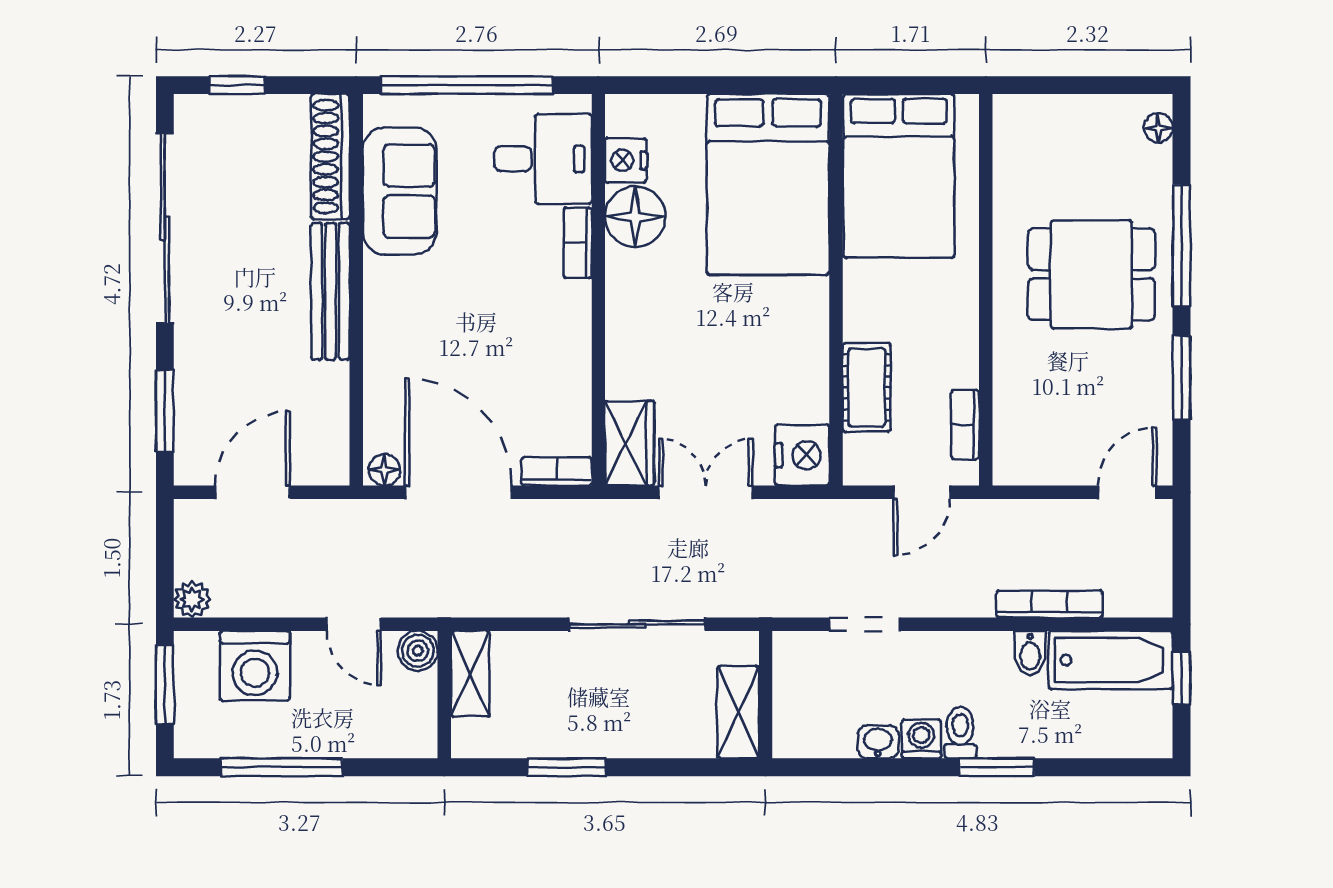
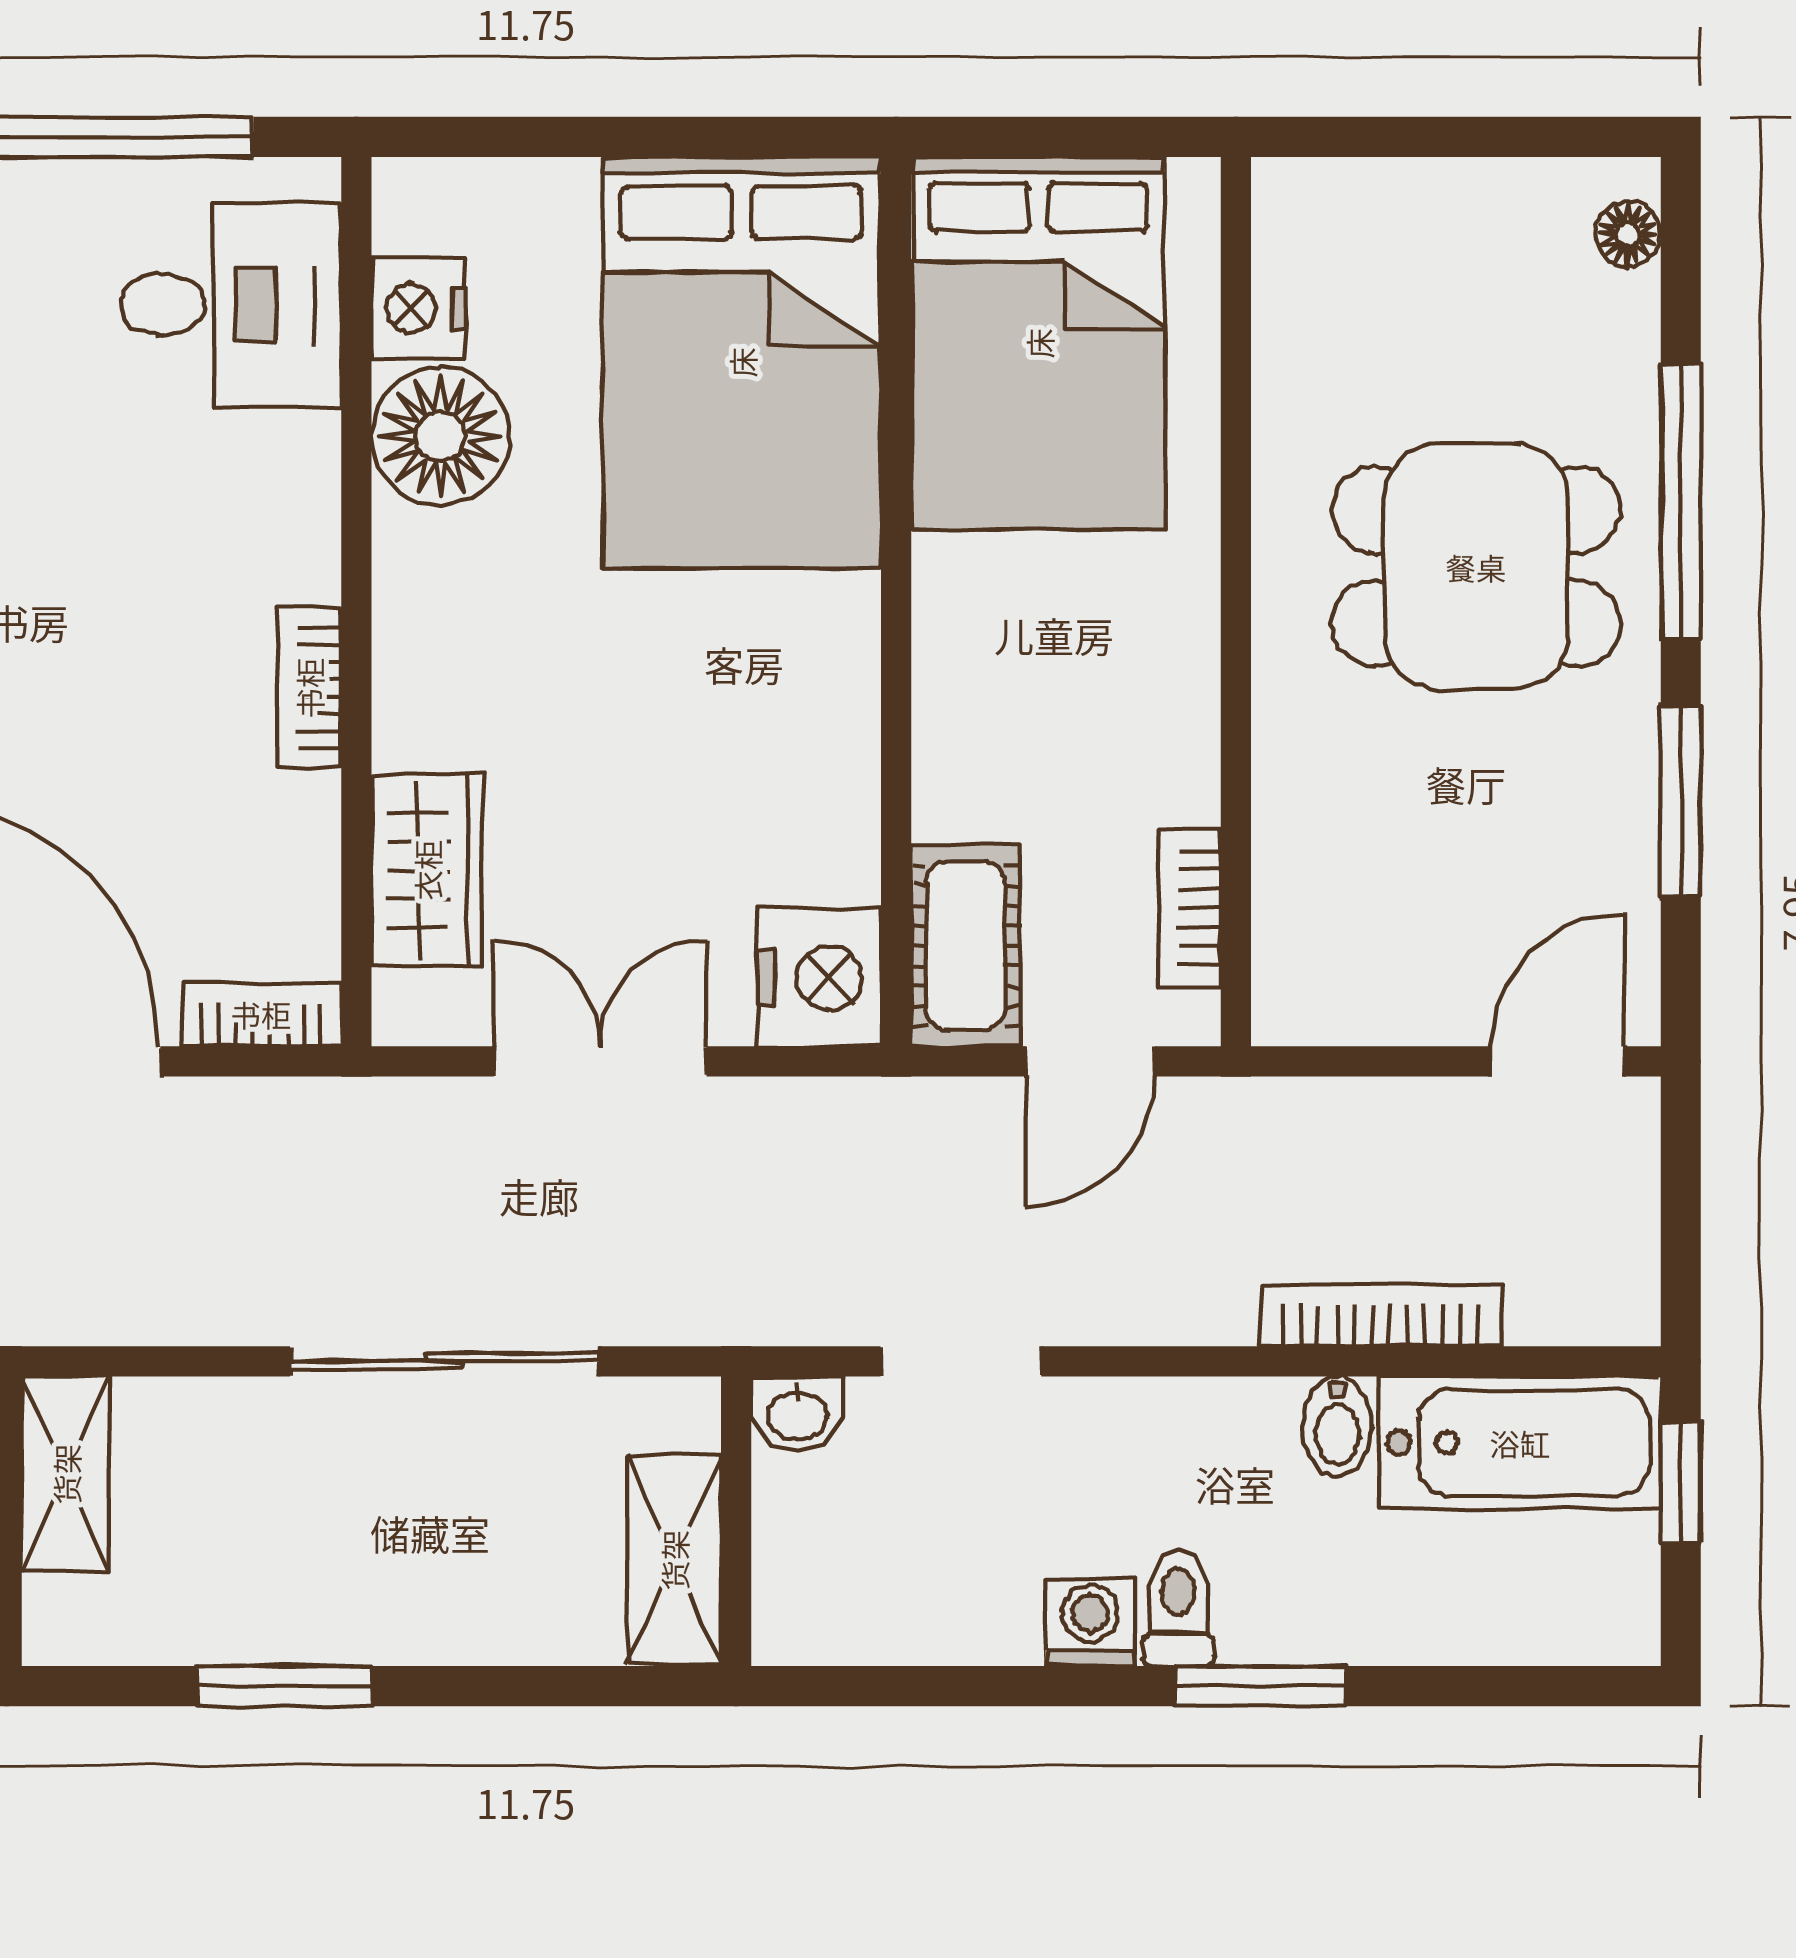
bookcase: (578, 243) -> (309, 688), moved
cot: (867, 387) -> (966, 946), moved
wardrobe: (630, 443) -> (427, 870), moved
washbasin: (878, 742) -> (798, 1414), moved, turned 180

